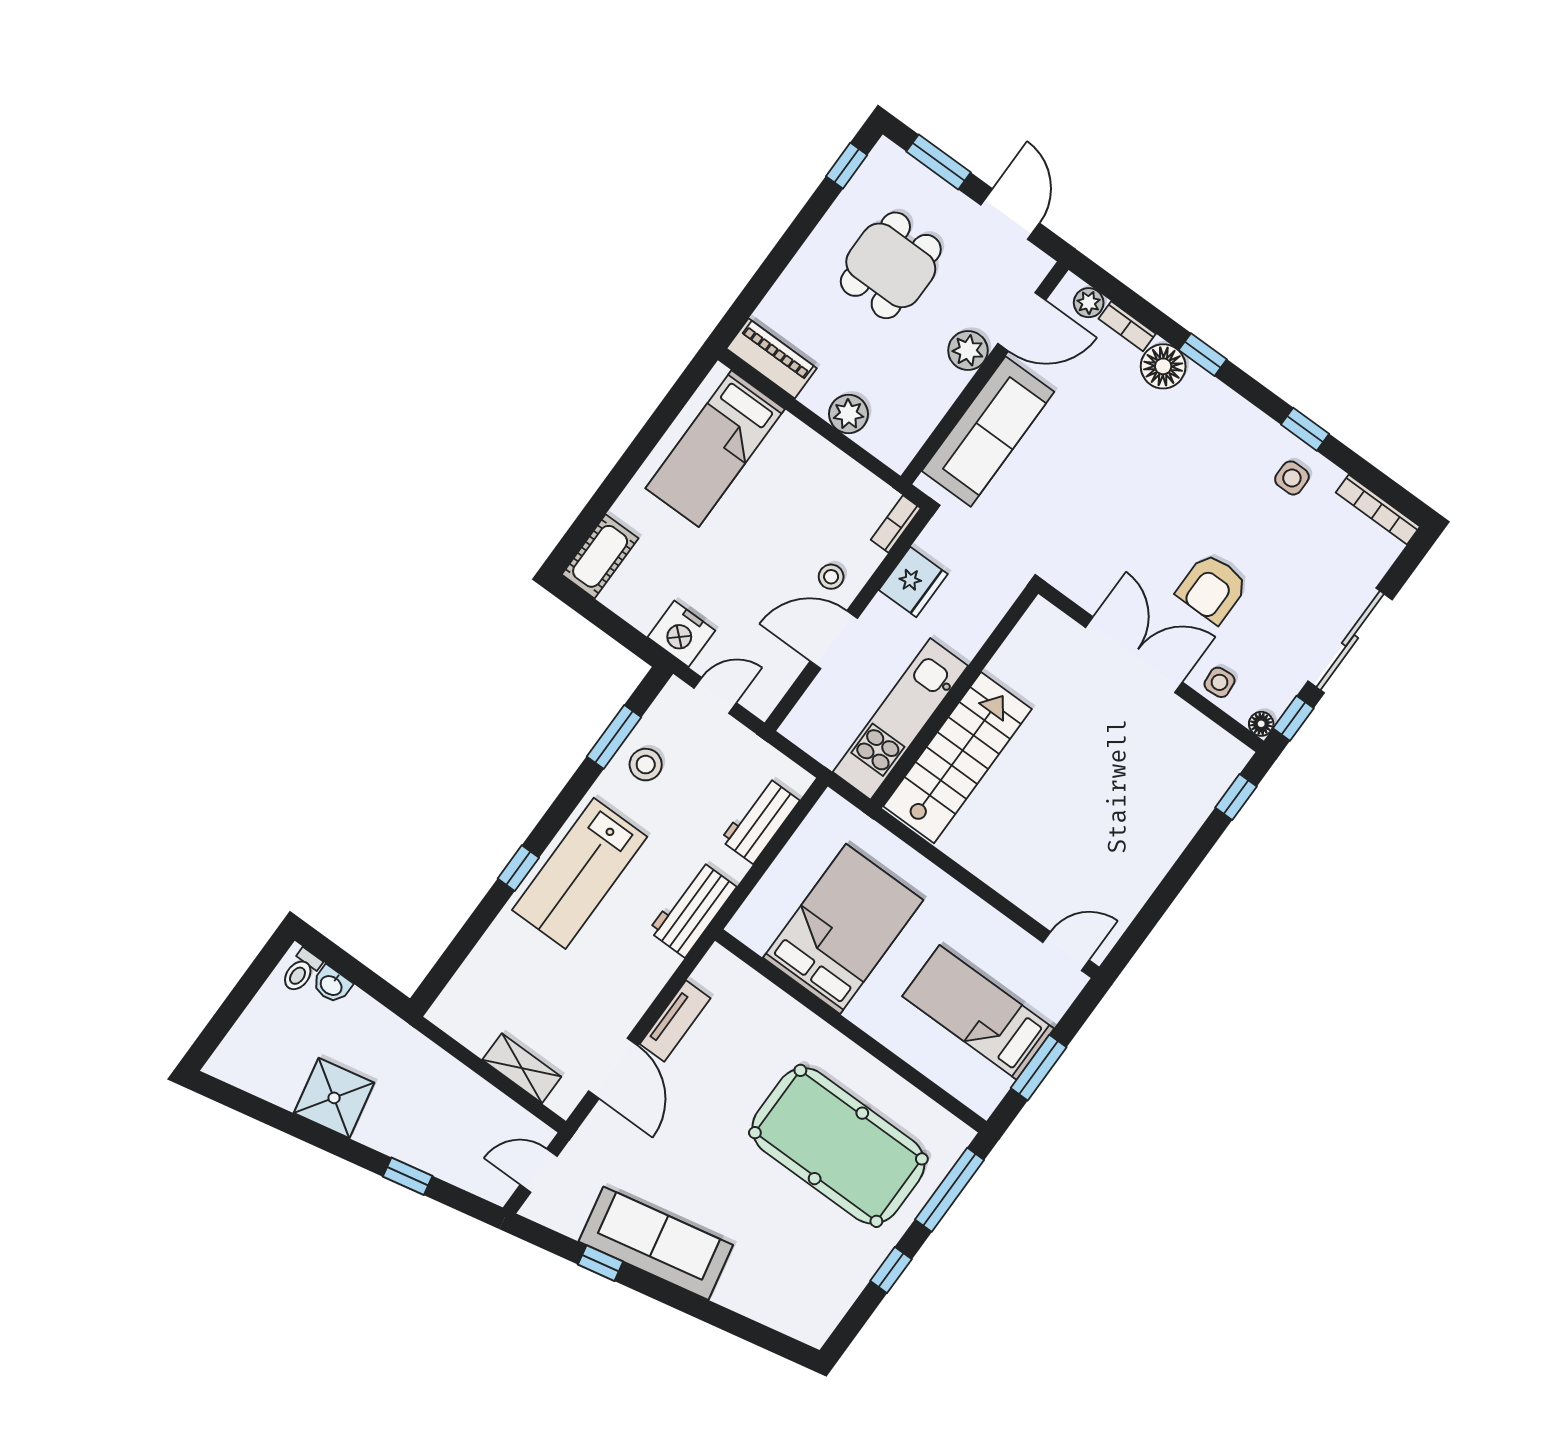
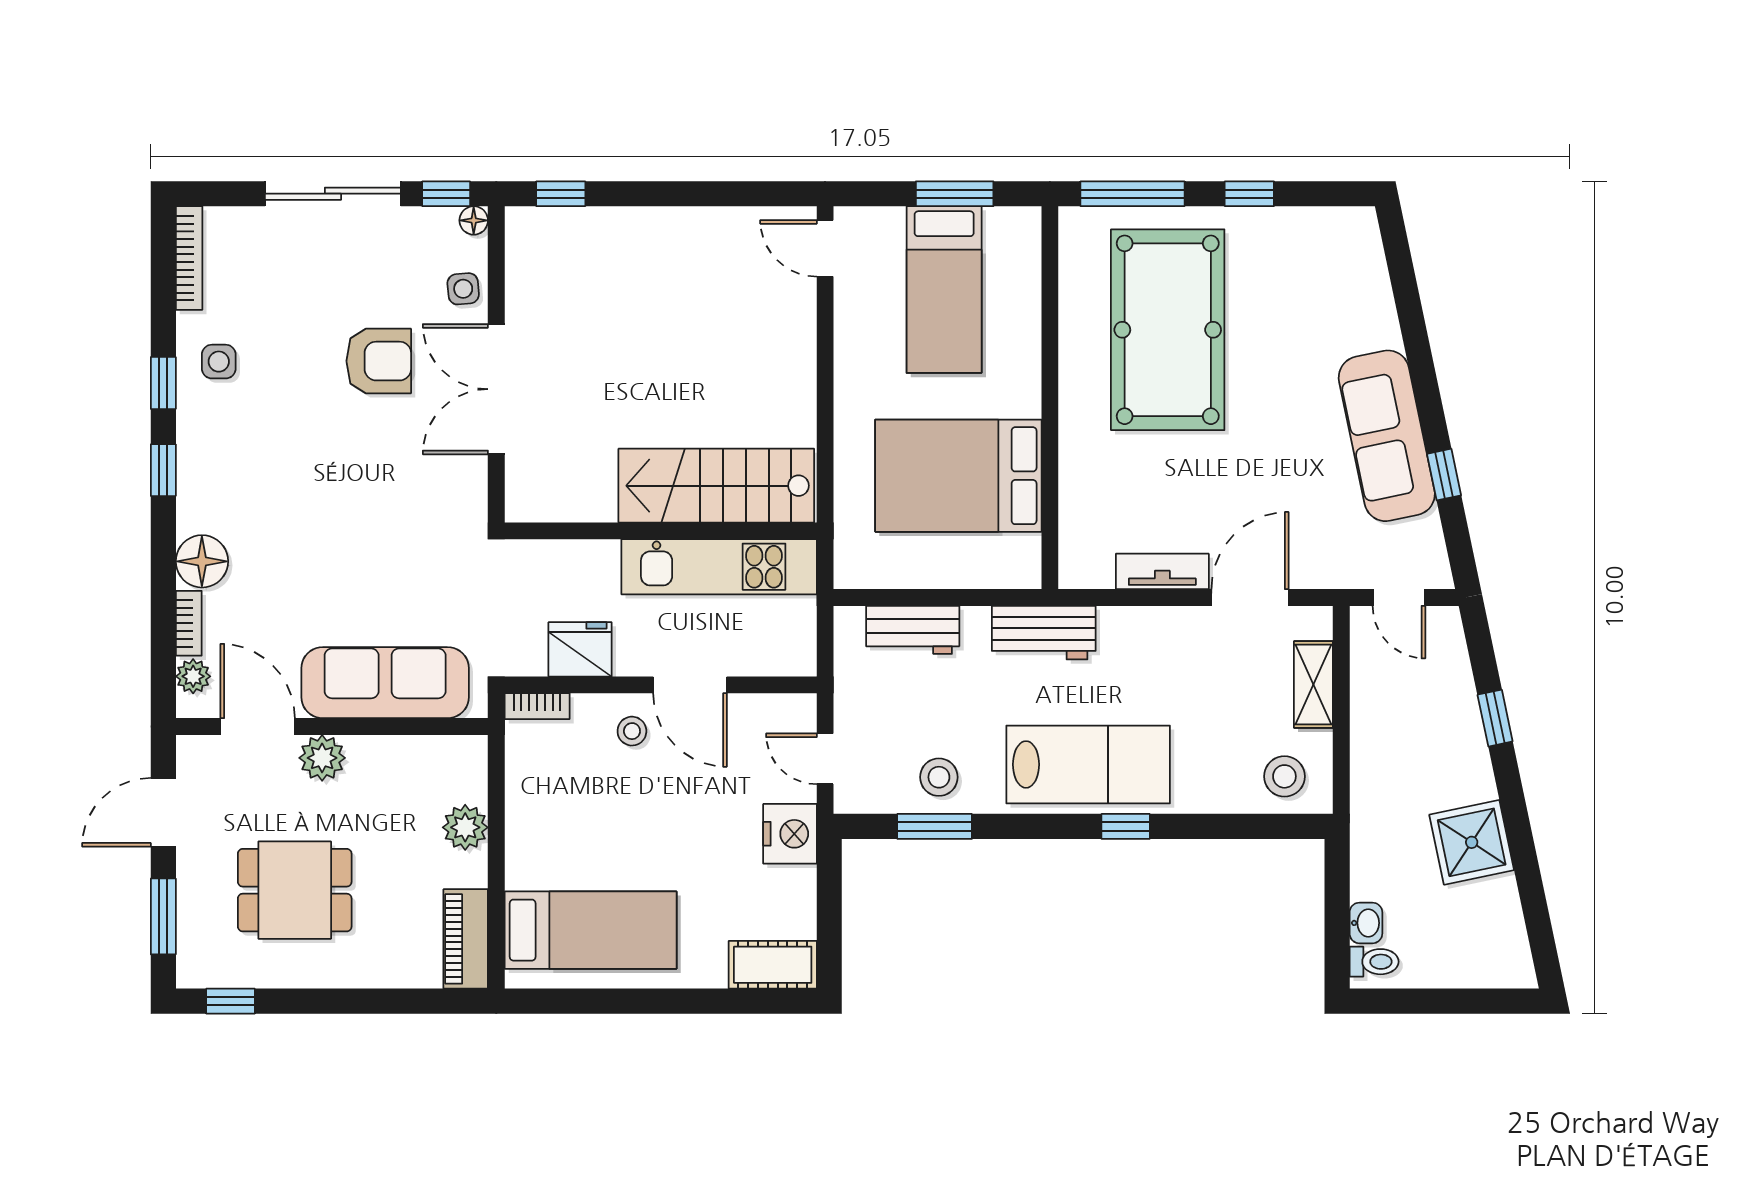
window: (1203, 355) -> (163, 470), moved
stool: (473, 1002) -> (1284, 776), added

